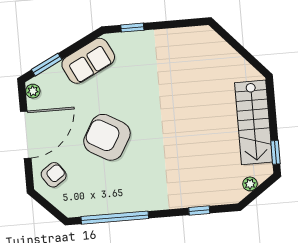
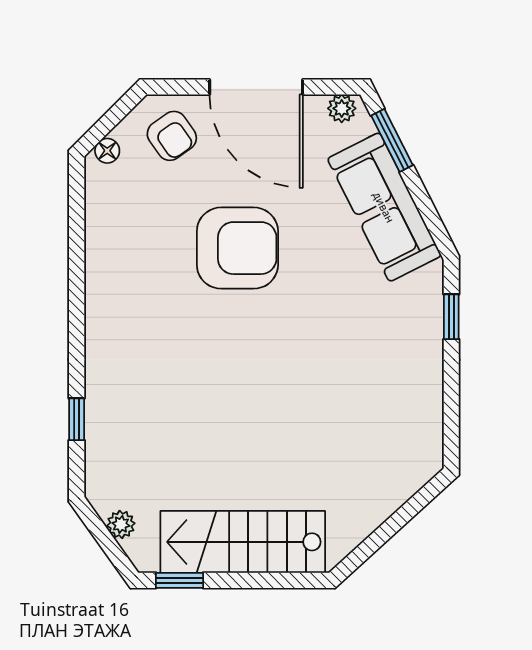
sofa: (88, 61) -> (384, 207), width x1.36
armchair: (107, 137) -> (237, 248), turned 60
floor lamp: (64, 206) -> (107, 151), added
window: (115, 218) -> (77, 250), removed

